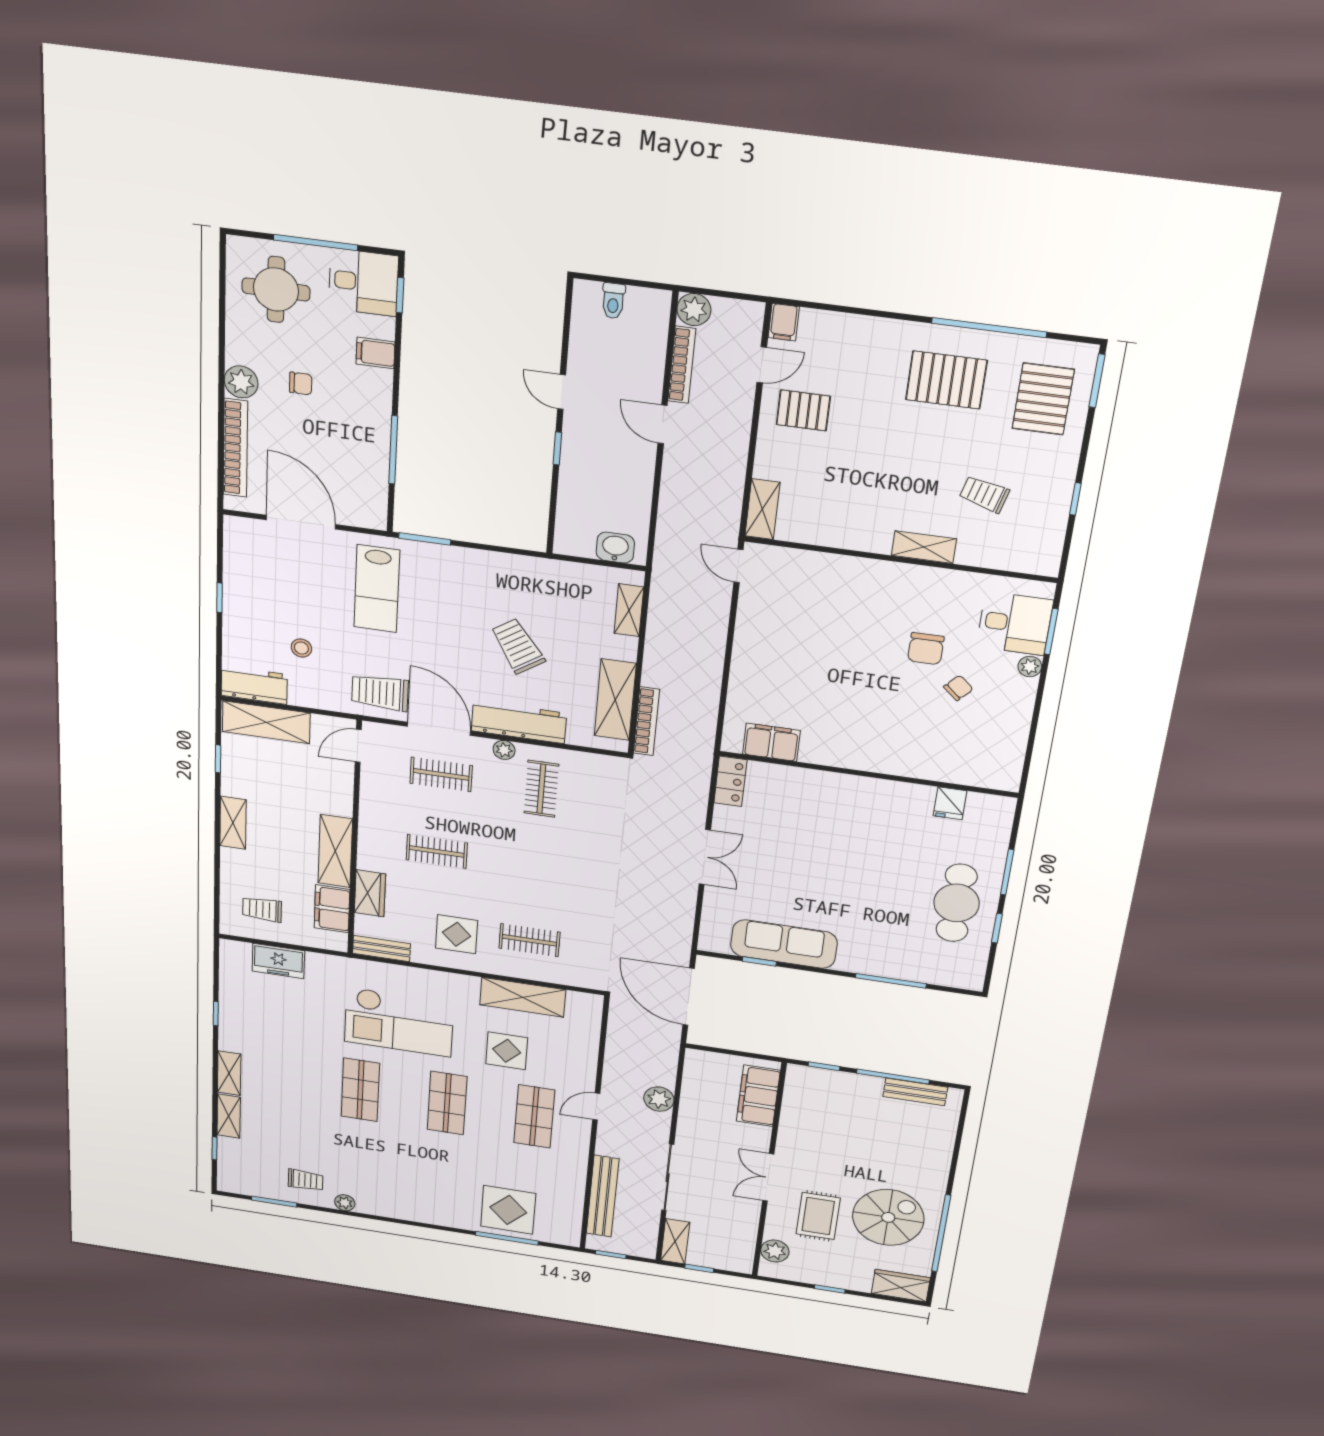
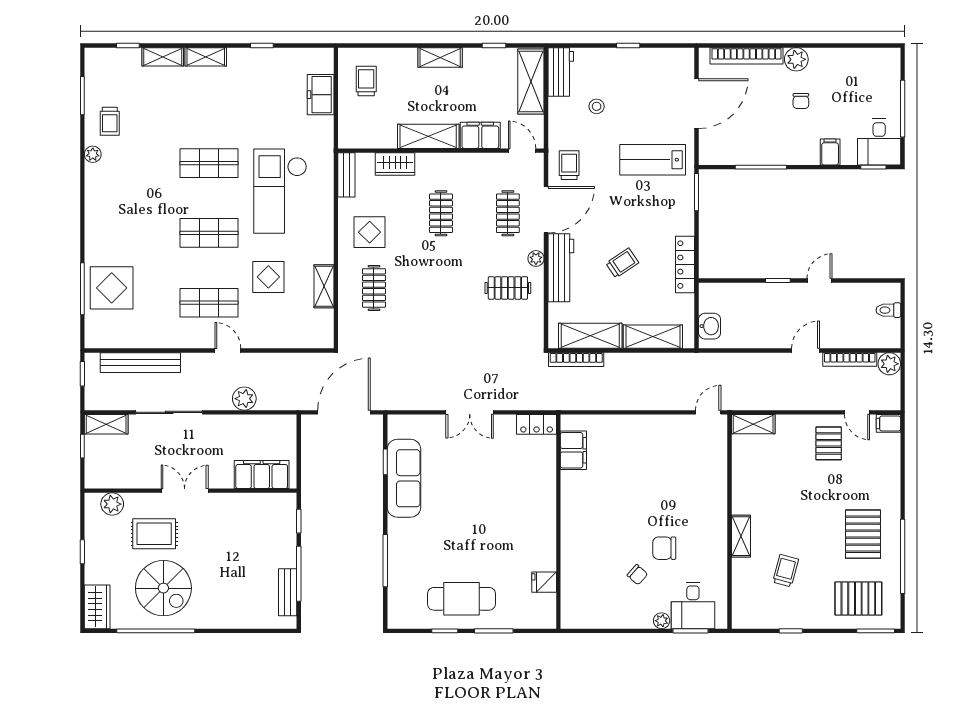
round table: (276, 289) -> (866, 82), removed
locker: (525, 567) -> (685, 265), added
shelving: (629, 610) -> (653, 337), width x1.50, depth x1.33
trolley: (518, 646) -> (622, 263), width x0.73, depth x0.72
trolley: (380, 693) -> (569, 165), width x0.73, depth x0.72
filing cabinet: (332, 909) -> (480, 135), moved
shelving: (523, 997) -> (324, 286), width x0.67, depth x0.75

